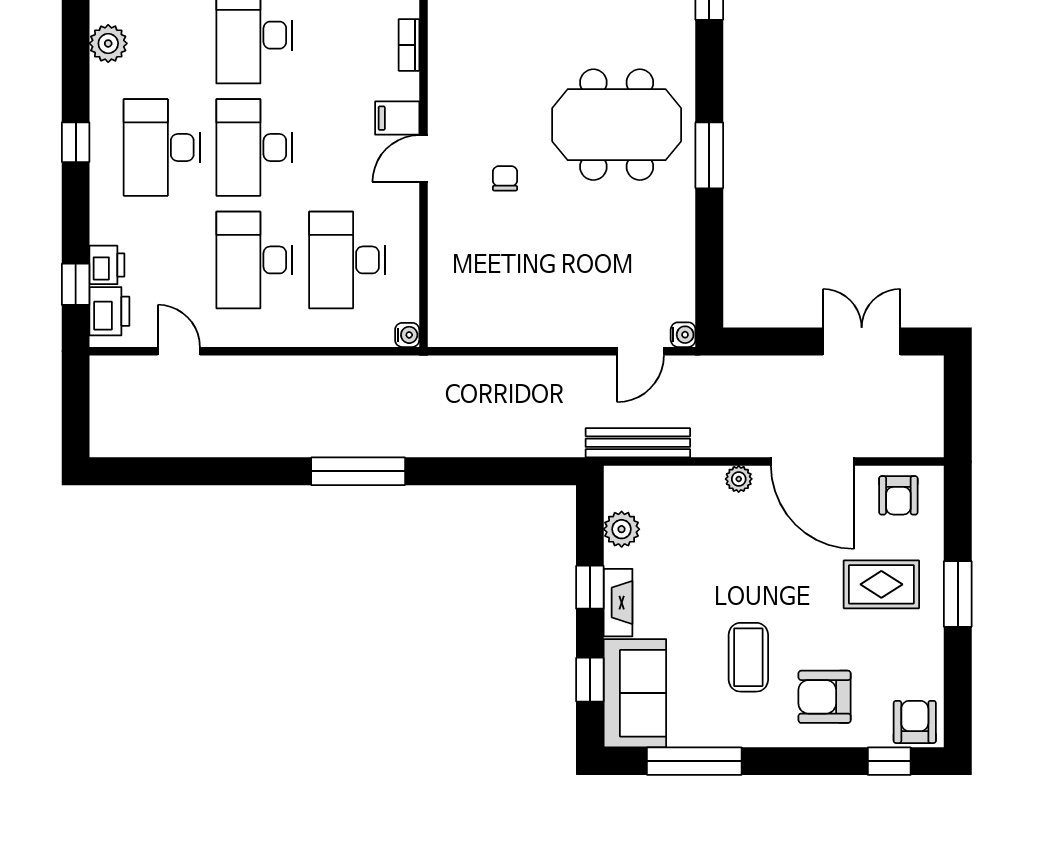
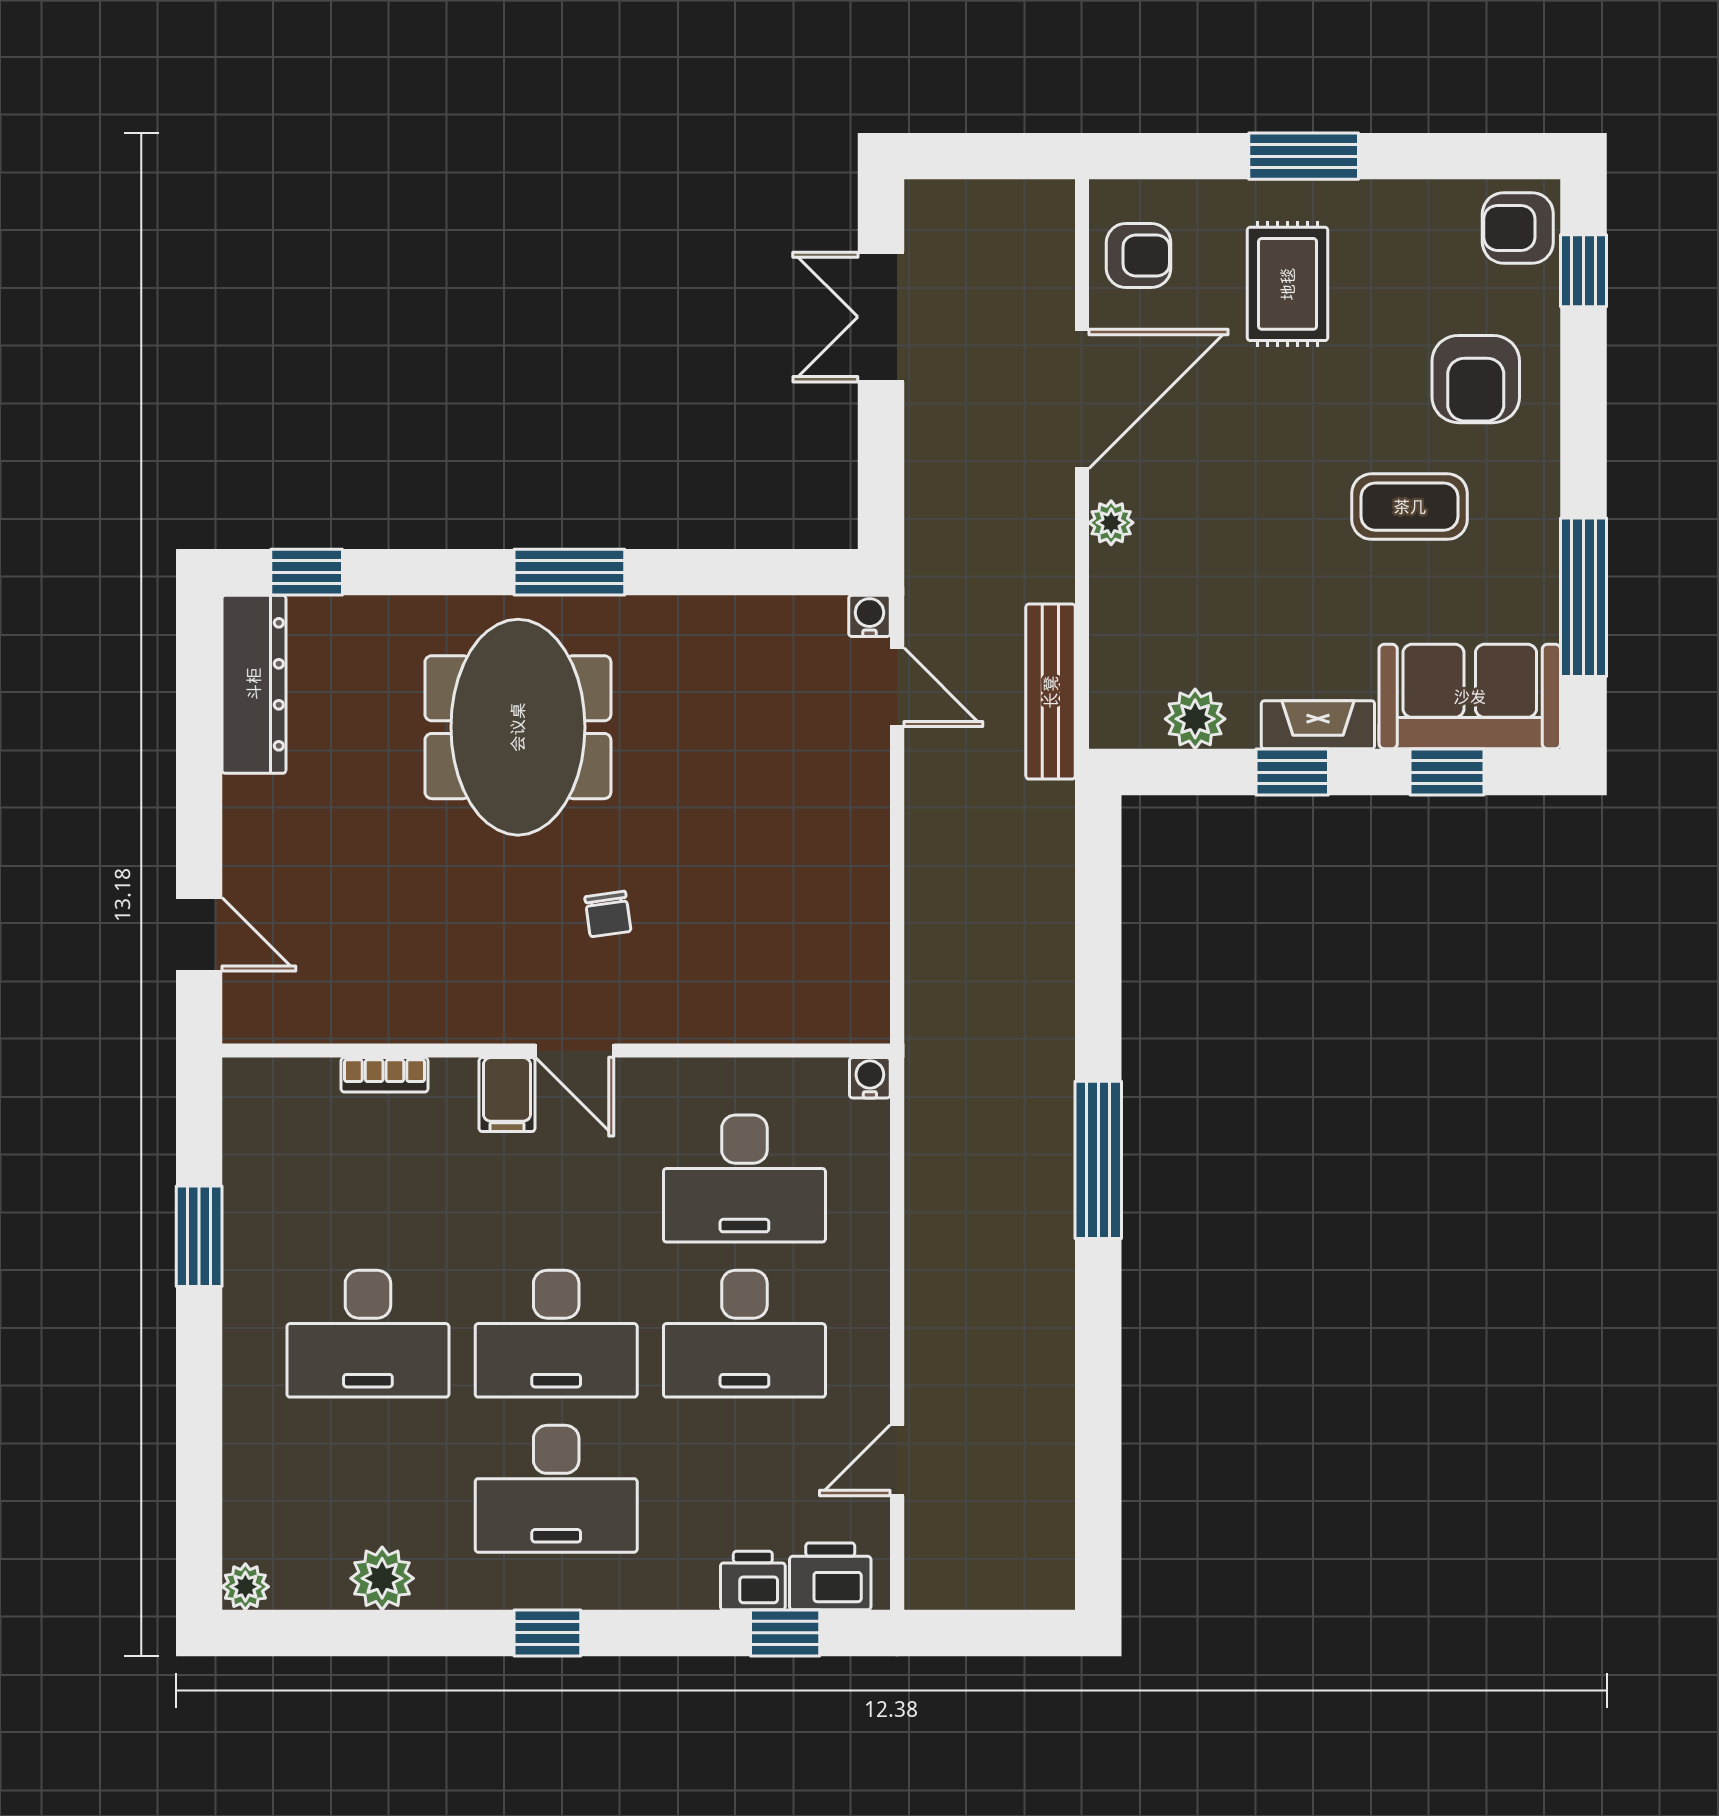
chair: (505, 178) -> (608, 914), turned -98

